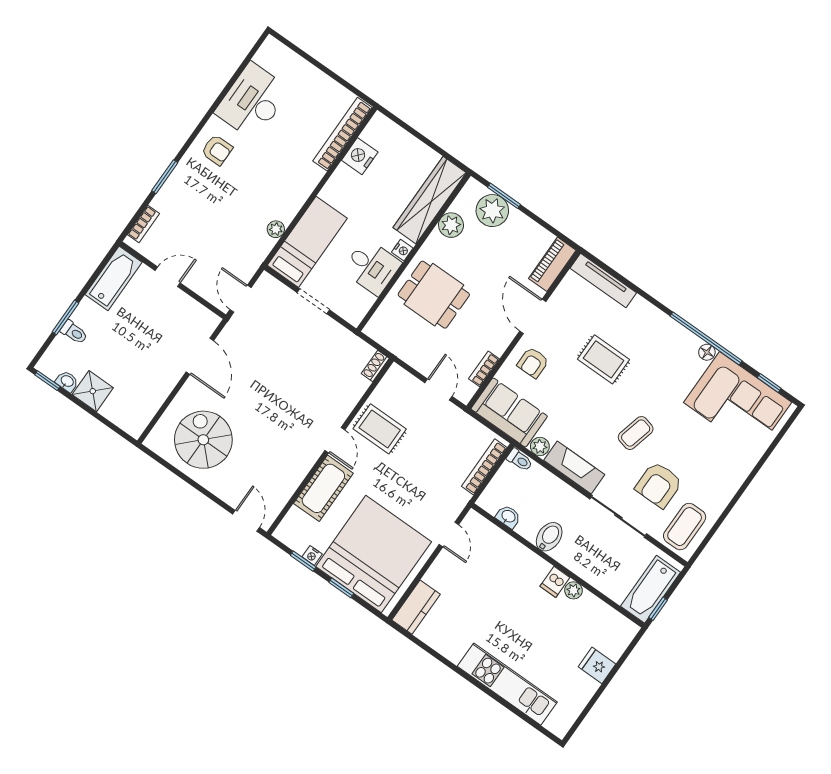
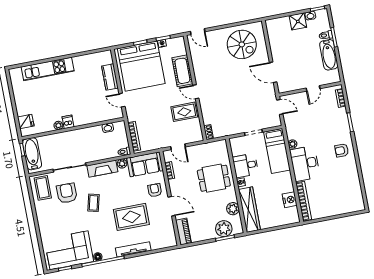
desk: (252, 101) -> (305, 163), moved, turned 180
bathtub: (114, 278) -> (329, 55), moved
tv unit: (603, 281) -> (133, 249), moved
rug: (604, 359) -> (131, 217), width x1.36, depth x1.43
bidet: (549, 537) -> (86, 135), removed
kitchen counter: (416, 607) -> (110, 77), moved
fridge: (597, 665) -> (26, 122), moved

